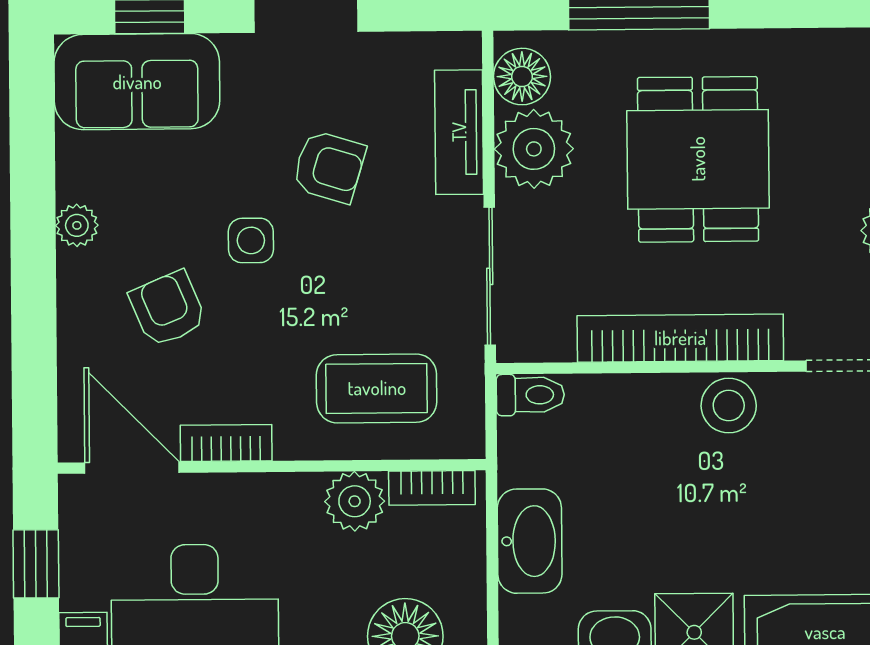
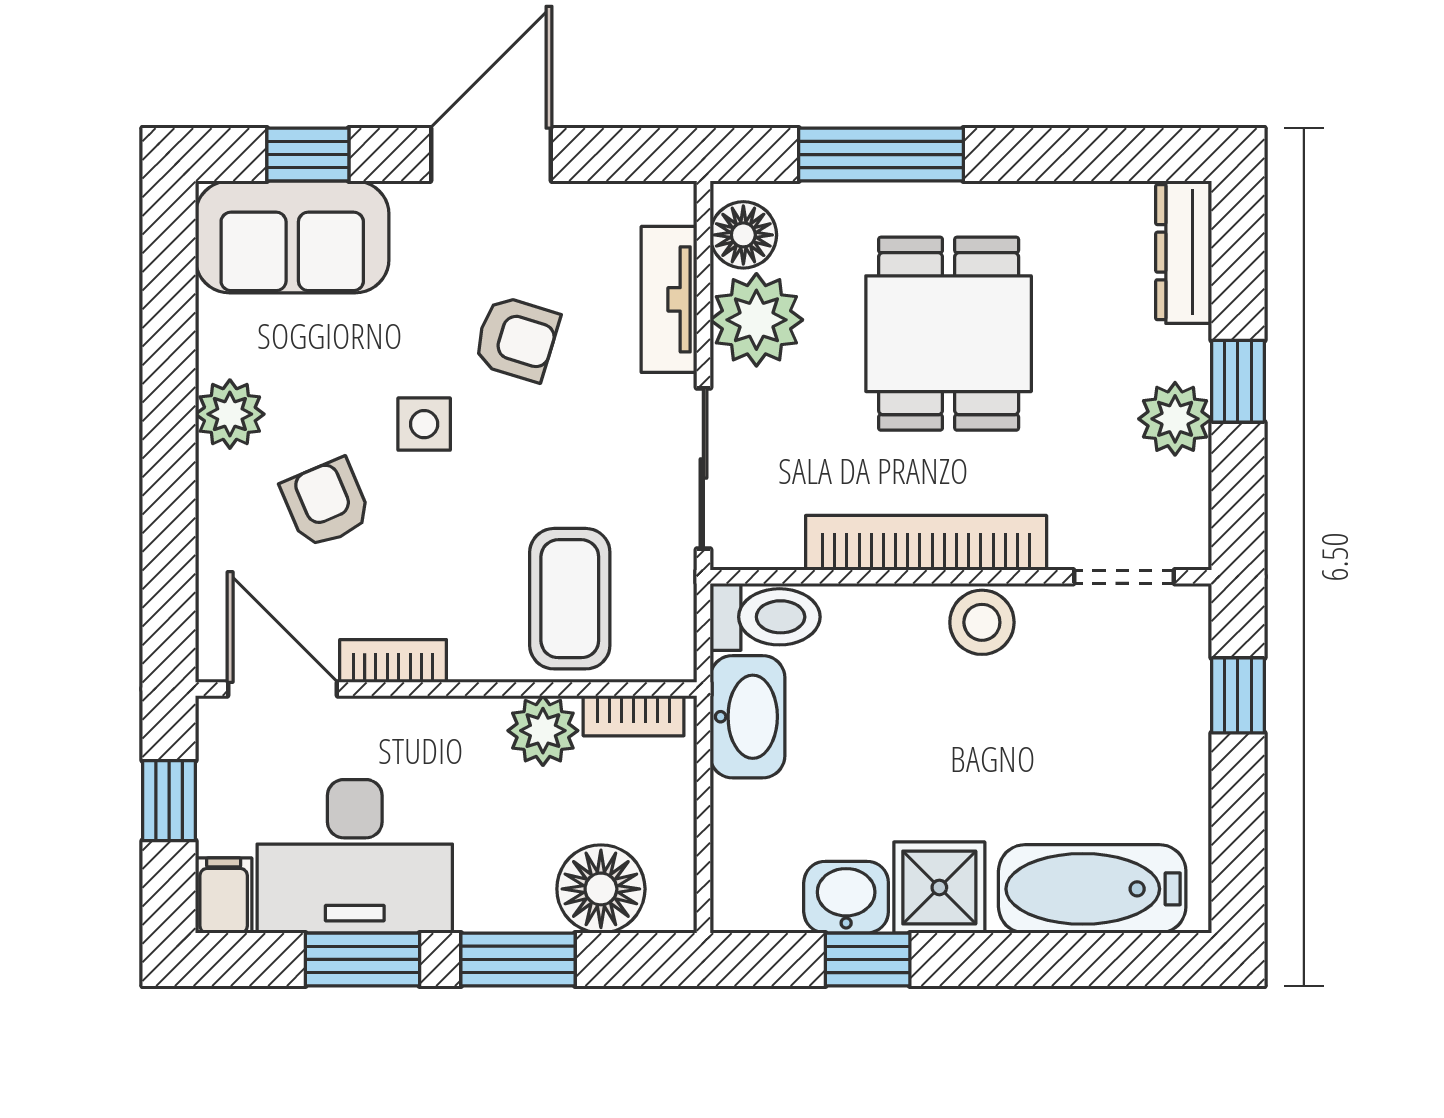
plant: (77, 225) -> (230, 414), width x1.38, depth x1.38
coffee table: (377, 388) -> (570, 599), turned 90
toilet: (530, 395) -> (765, 617), width x1.37, depth x1.39
washbasin: (530, 541) -> (747, 717), moved

